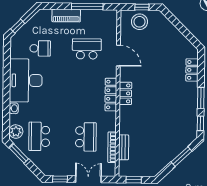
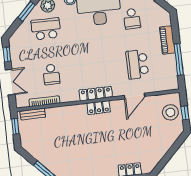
school desk: (87, 49) -> (137, 64), turned 180
school desk: (86, 137) -> (51, 74), width x0.54
bench: (124, 147) -> (33, 114), moved

